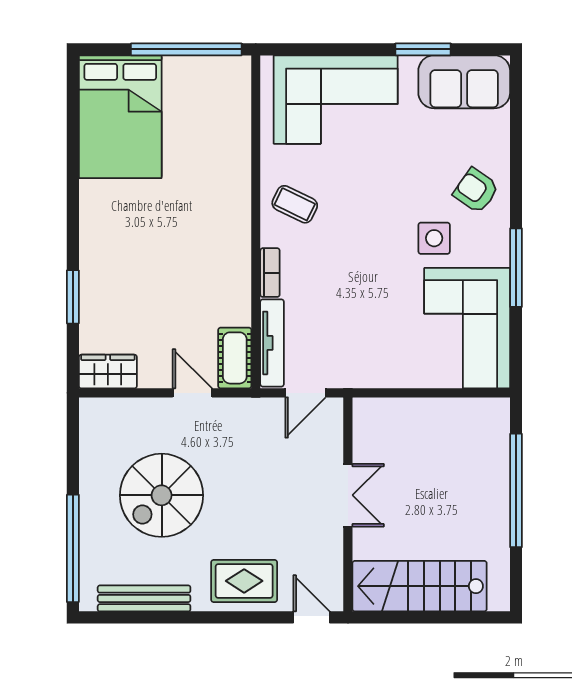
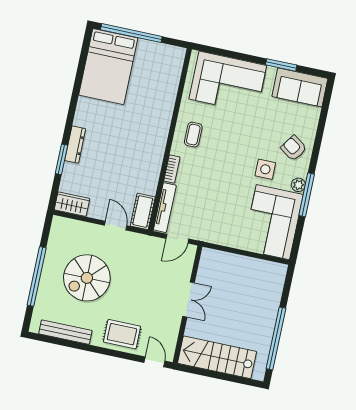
window: (186, 49) -> (131, 33), moved
coffee table: (295, 204) -> (193, 135), turned 64
plant: (498, 253) -> (298, 185), added
dresser: (91, 266) -> (75, 145), added
window: (516, 490) -> (276, 338), moved
window: (73, 548) -> (37, 276), moved

